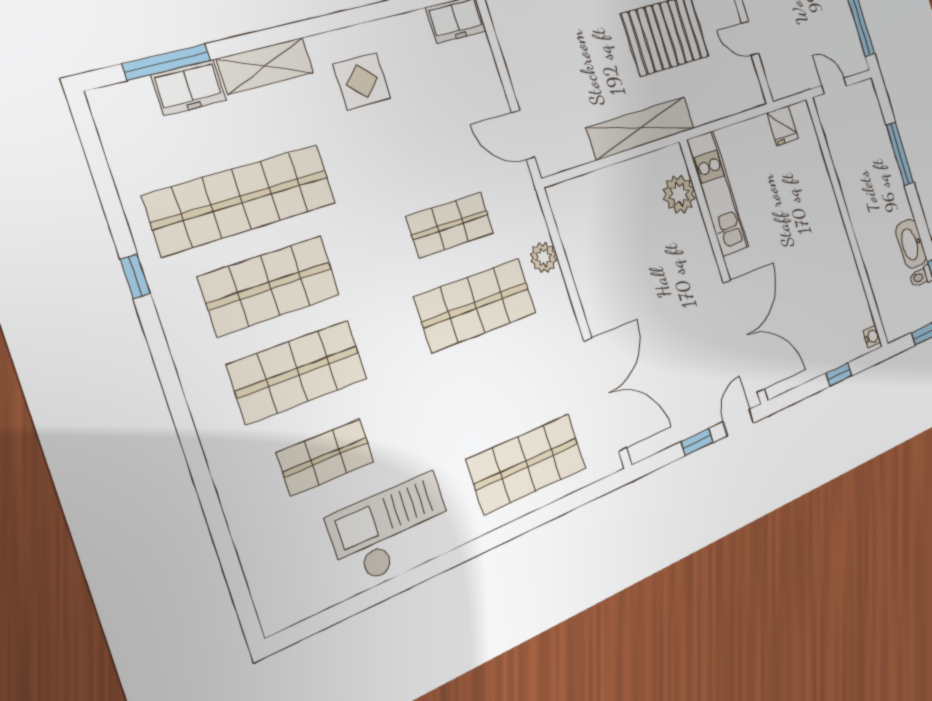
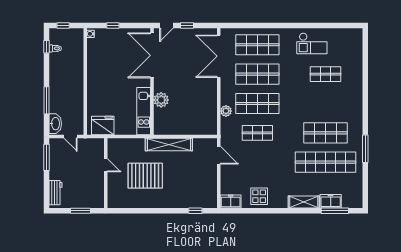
display table: (362, 81) -> (259, 196), moved
fridge: (783, 126) -> (103, 125), width x1.88, depth x1.34
plant: (679, 194) -> (161, 100), moved
washbasin: (911, 244) -> (55, 124), moved
window: (135, 277) -> (365, 149), width x2.17
shop shelf: (298, 372) -> (257, 74), moved
checkout: (391, 529) -> (312, 43), width x0.73, depth x0.83

